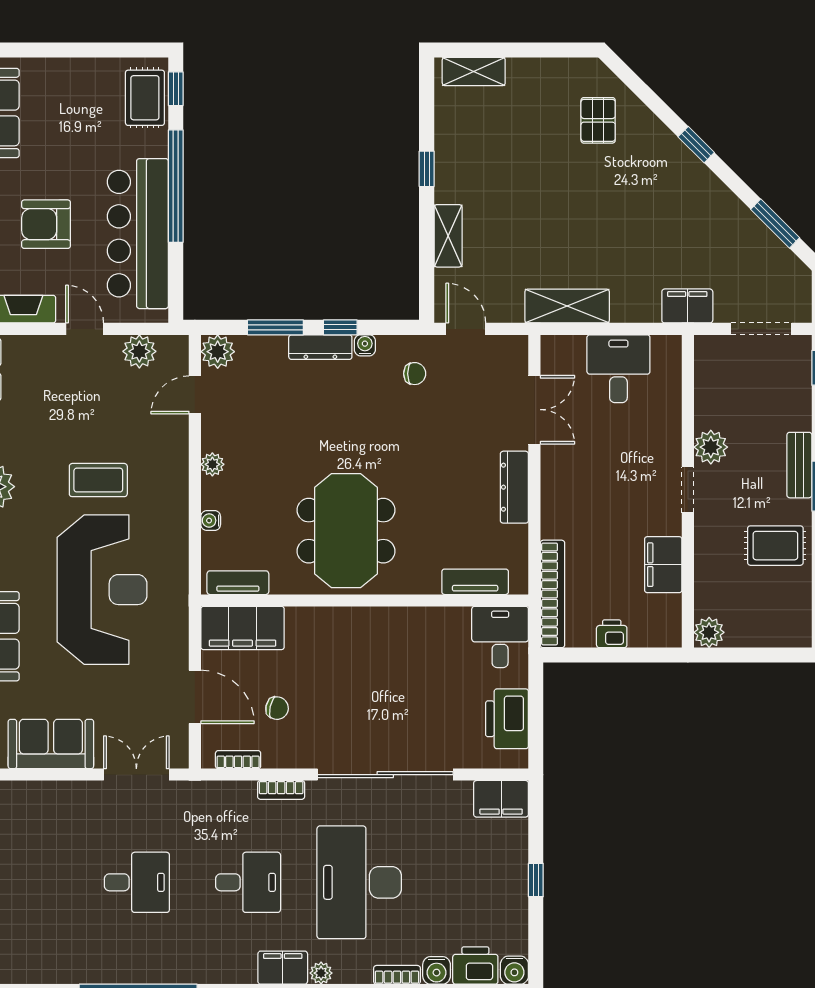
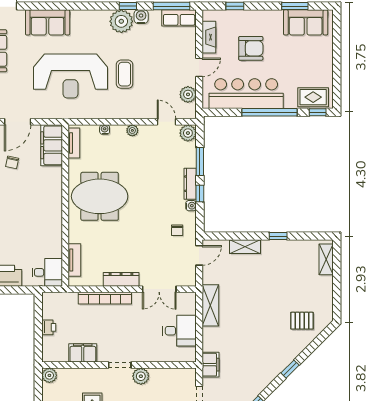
armchair: (46, 224) -> (251, 48), turned 90
bookcase: (552, 594) -> (105, 298), moved

